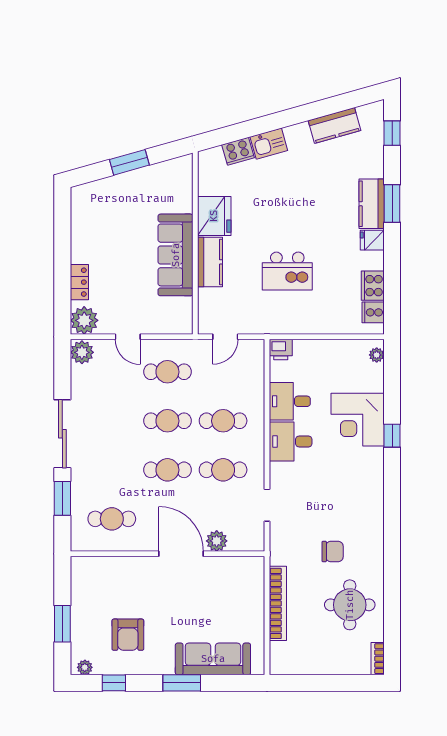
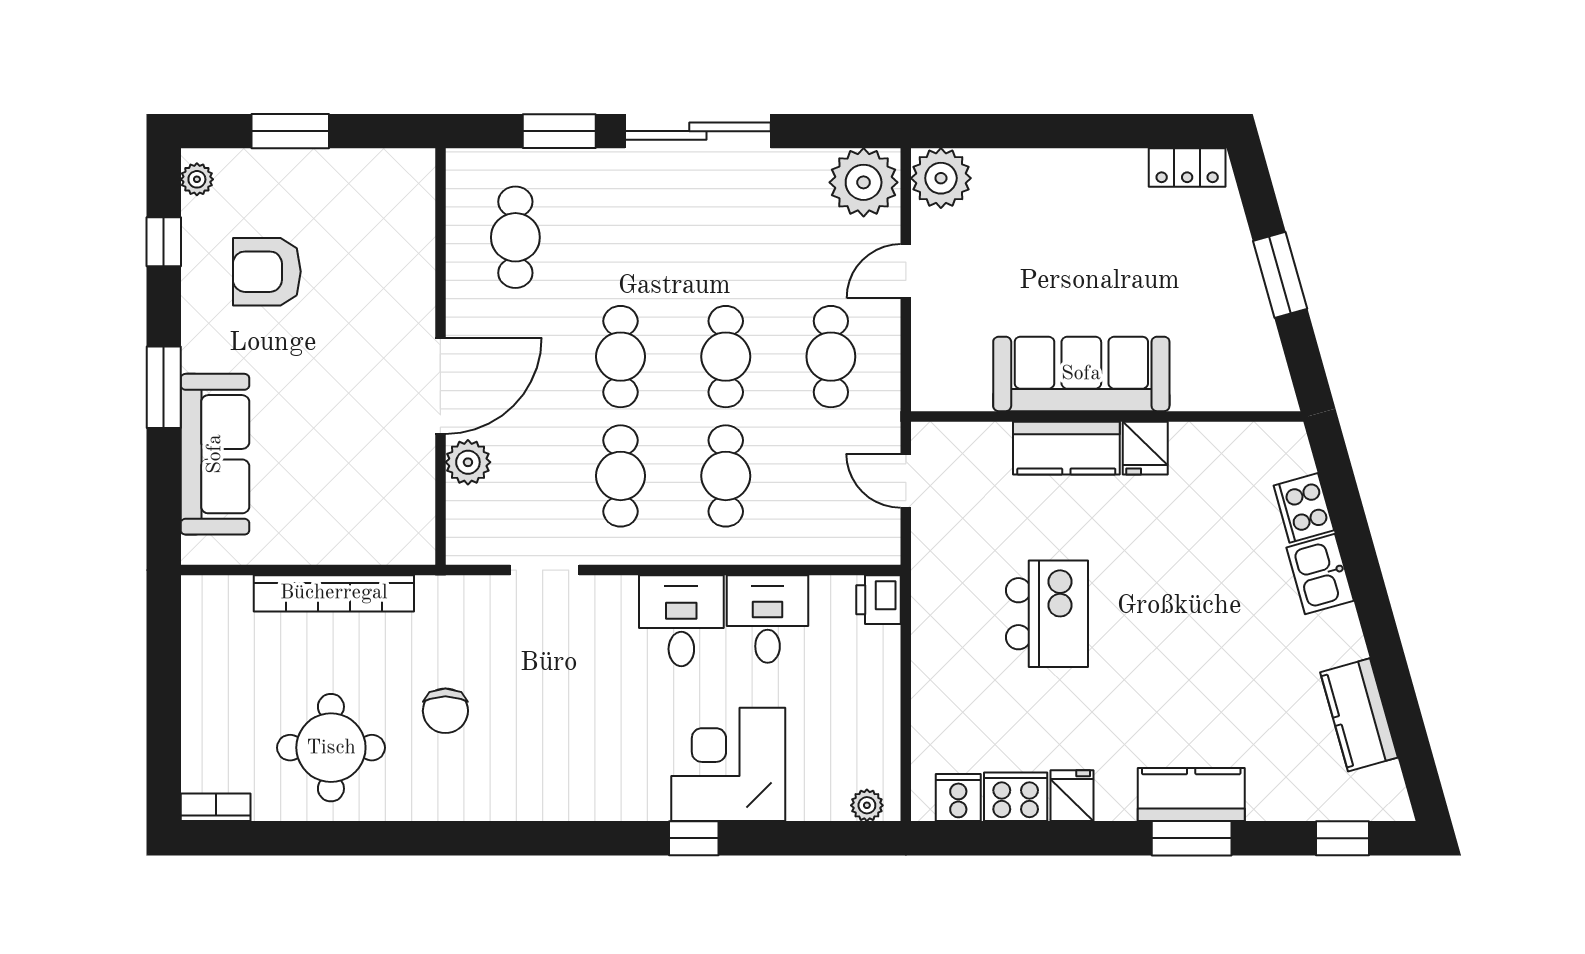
fridge: (214, 216) -> (1145, 448), width x0.53, depth x0.75
fridge: (372, 240) -> (1072, 796), moved
kitchen island: (287, 271) -> (1047, 614), turned 180
locker: (79, 282) -> (1187, 168), moved
plant: (82, 352) -> (864, 182), width x1.36, depth x1.36

